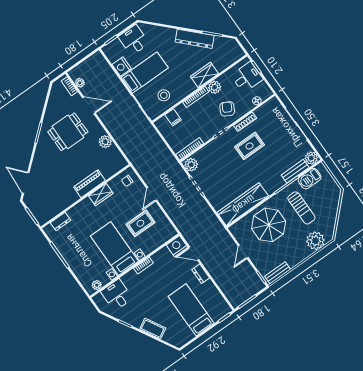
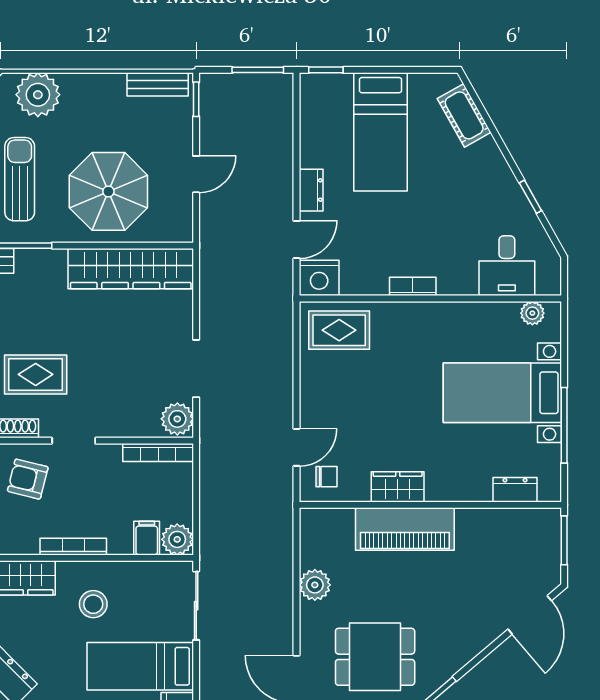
plant: (215, 87) -> (177, 539), moved
stool: (164, 95) -> (93, 604), moved
armchair: (227, 109) -> (28, 479), turned 76
piano: (90, 184) -> (405, 529), width x1.37, depth x1.33
door: (152, 194) -> (297, 447), moved
rug: (140, 223) -> (339, 330), moved
bed with nightstands: (115, 249) -> (502, 393), moved, turned 90
door: (194, 254) -> (297, 240), hinge flipped
cot: (153, 329) -> (464, 115), moved

